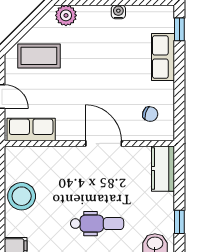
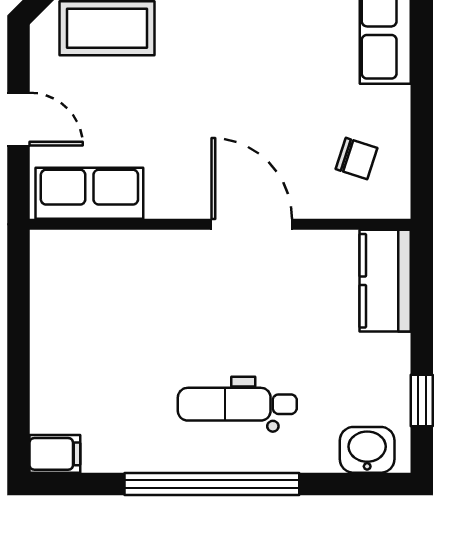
stool: (22, 196) -> (68, 343), removed
dental chair: (97, 224) -> (237, 404), turned 180

